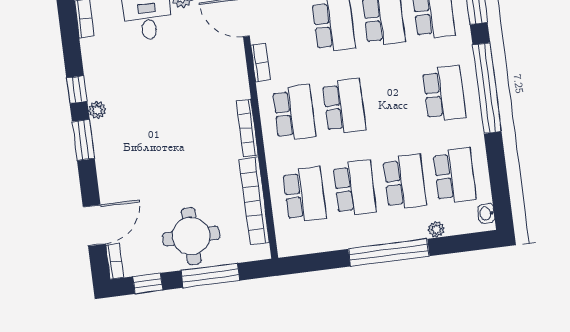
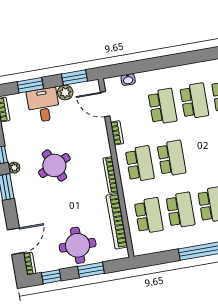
round table: (160, 109) -> (54, 165), added
window: (210, 275) -> (91, 270), width x0.69

